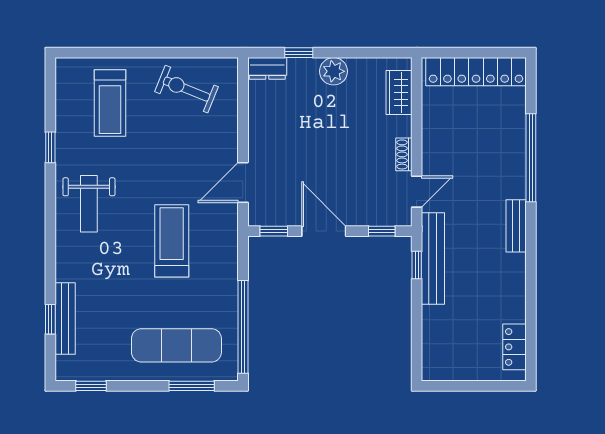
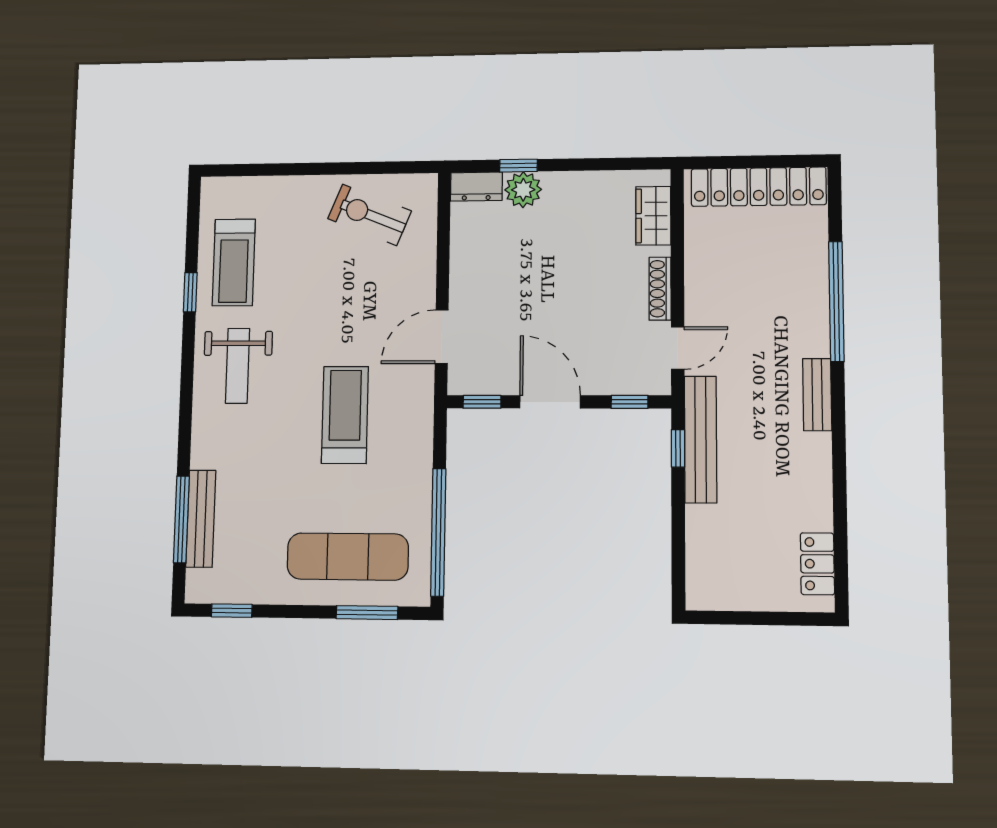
plant: (334, 71) -> (523, 190), moved
treadmill: (110, 103) -> (234, 262), moved
shoe rack: (404, 154) -> (660, 289), width x1.43
window: (50, 319) -> (181, 519), width x2.17

